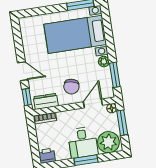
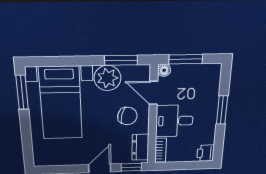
plant: (104, 62) -> (107, 78), width x1.88, depth x1.88
desk: (83, 142) -> (174, 121), moved, turned 180
plant: (108, 142) -> (207, 80), removed

